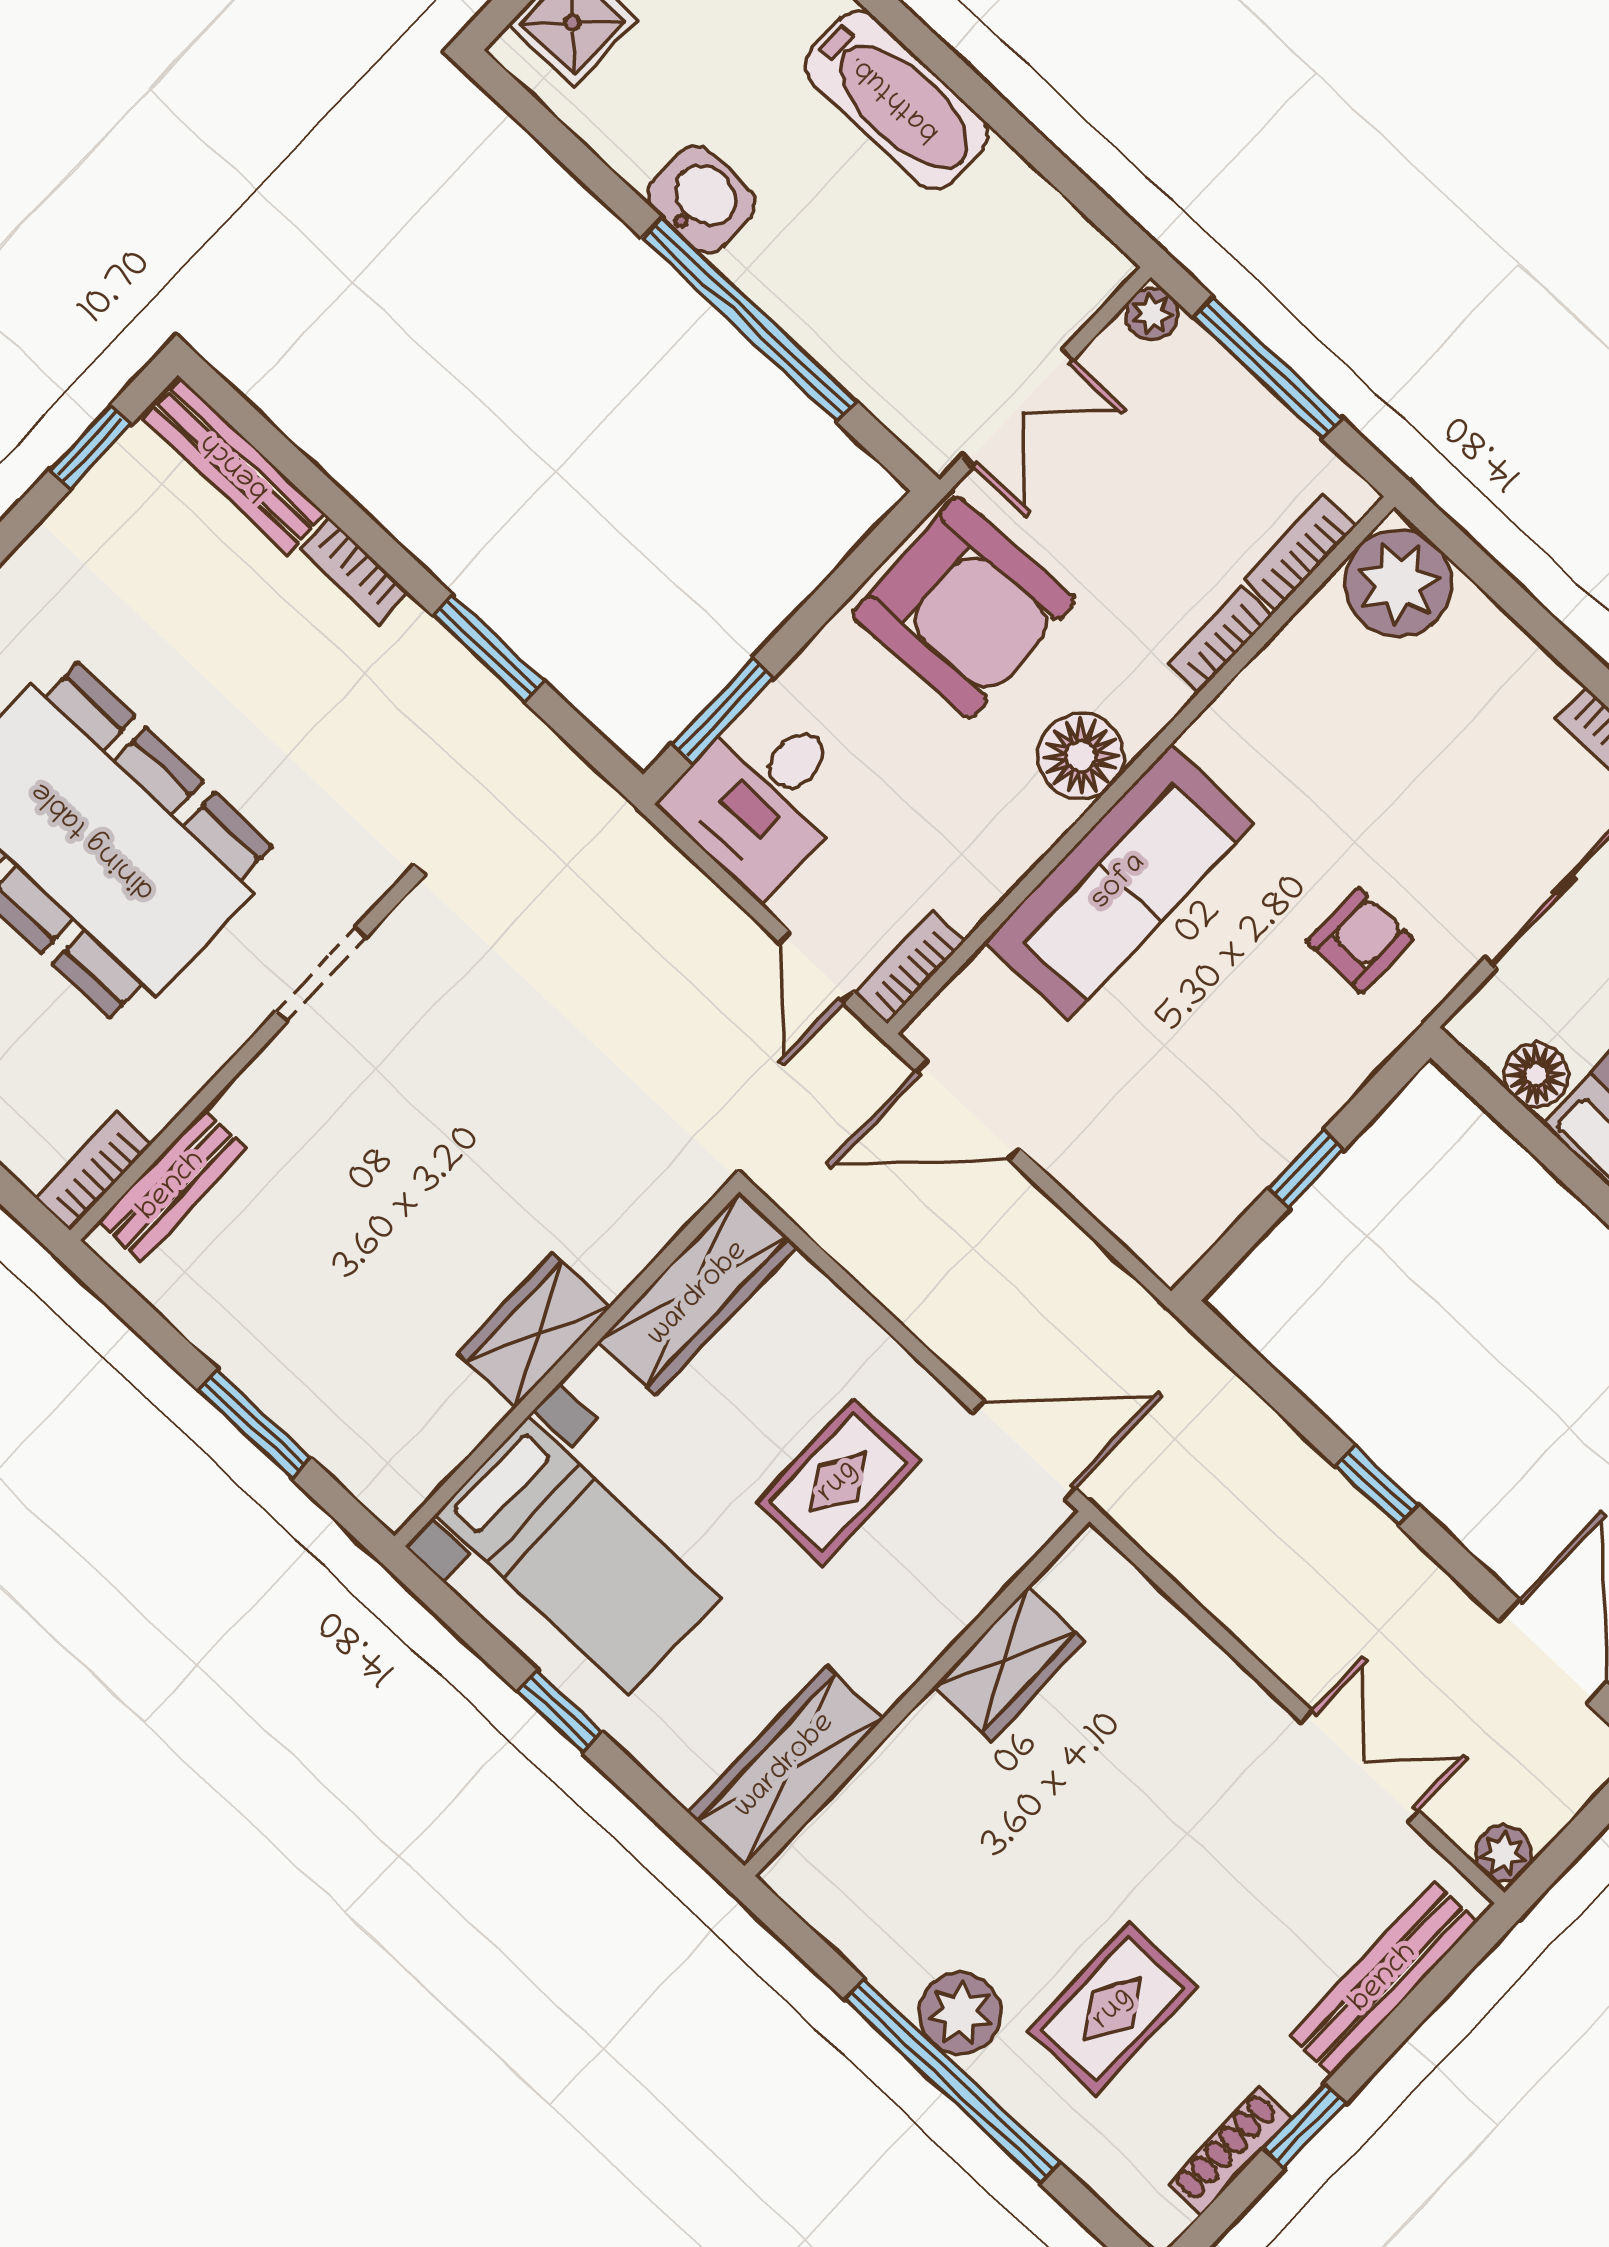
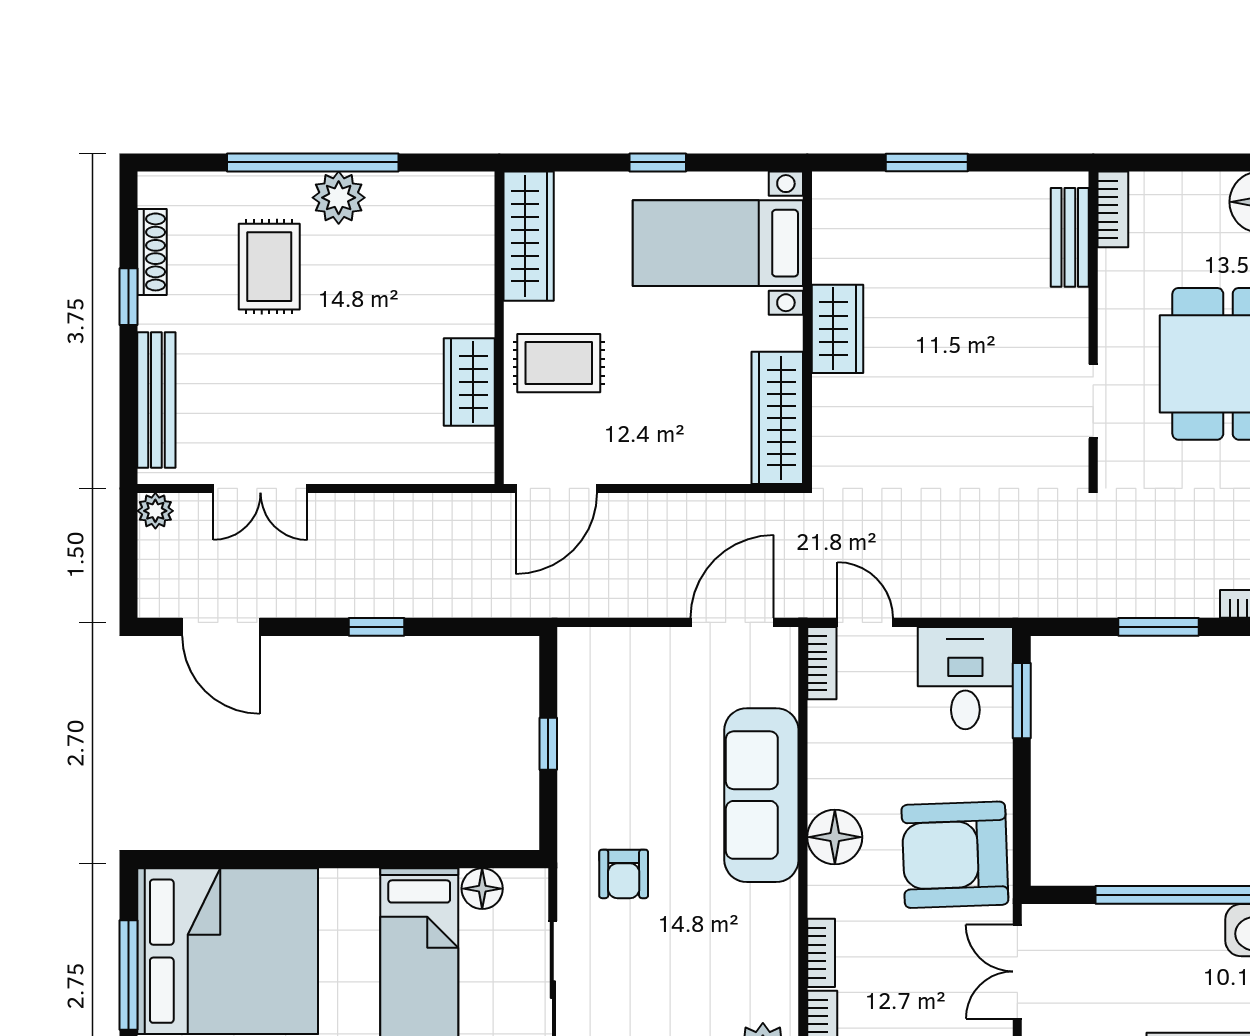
rug: (838, 1482) -> (559, 363), moved, turned 90

